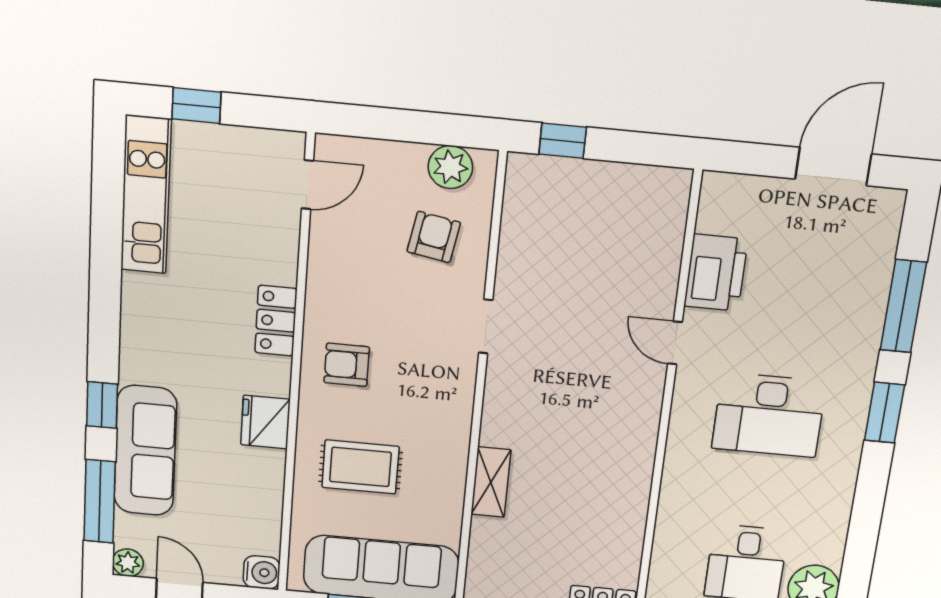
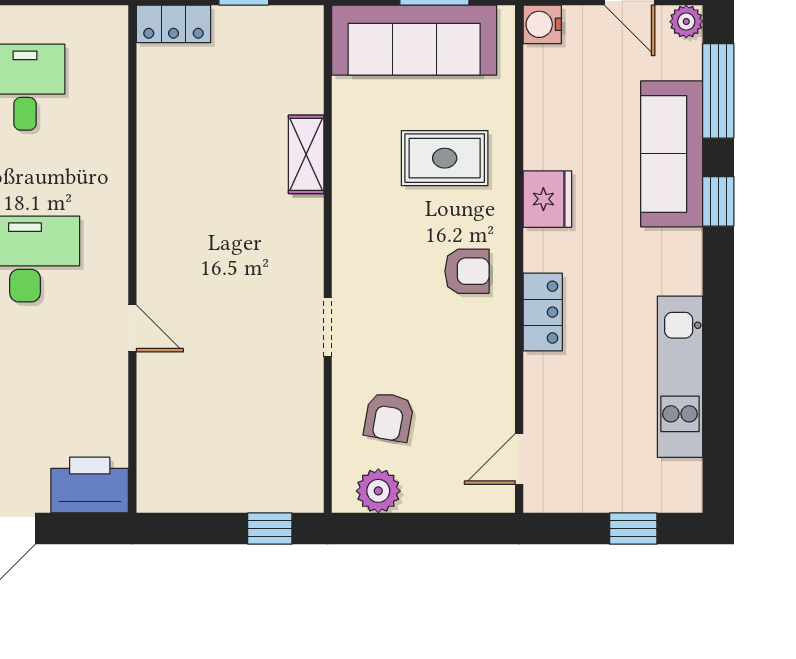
kitchen unit: (146, 195) -> (680, 377), moved
printer: (716, 273) -> (90, 485), moved, turned 90

